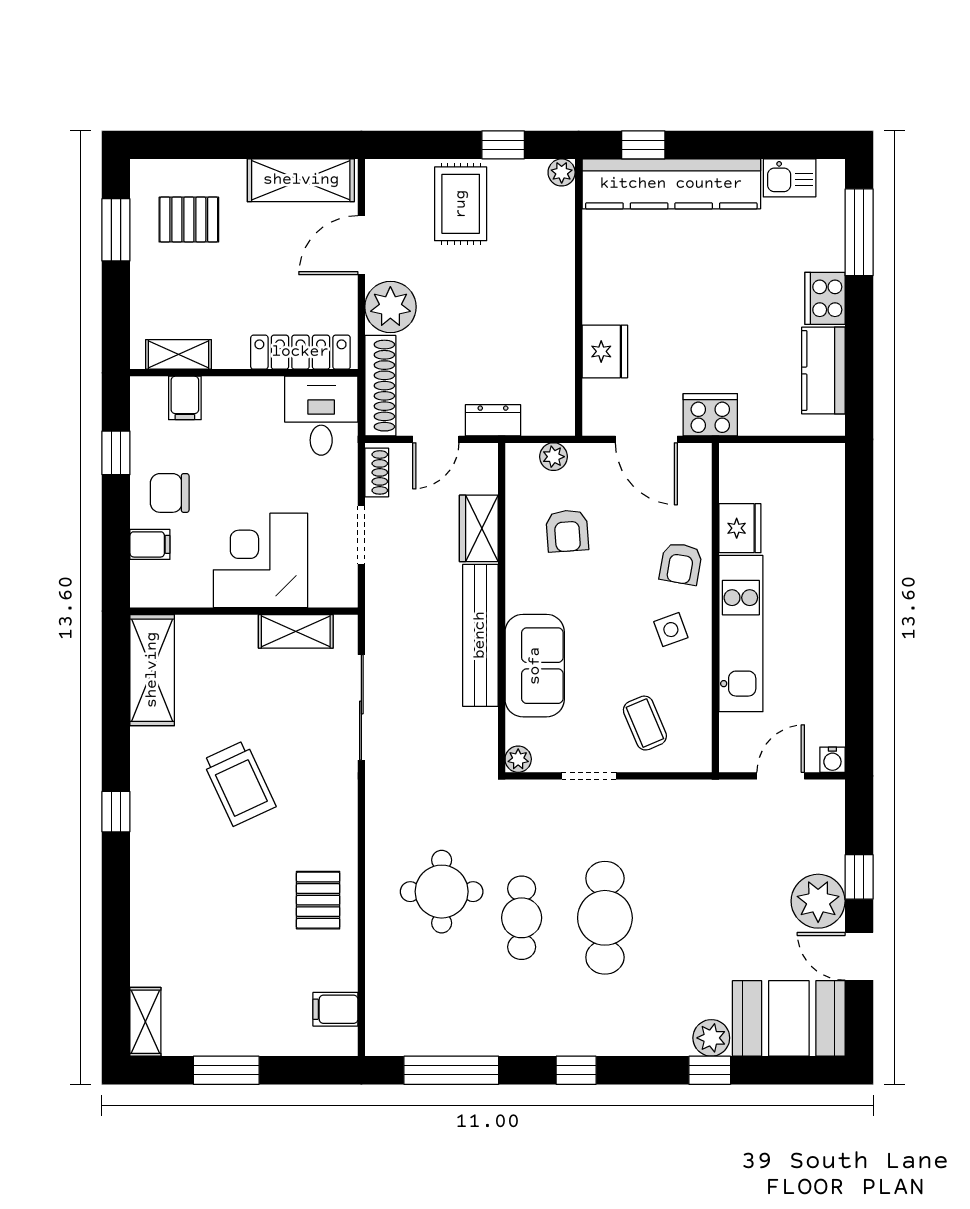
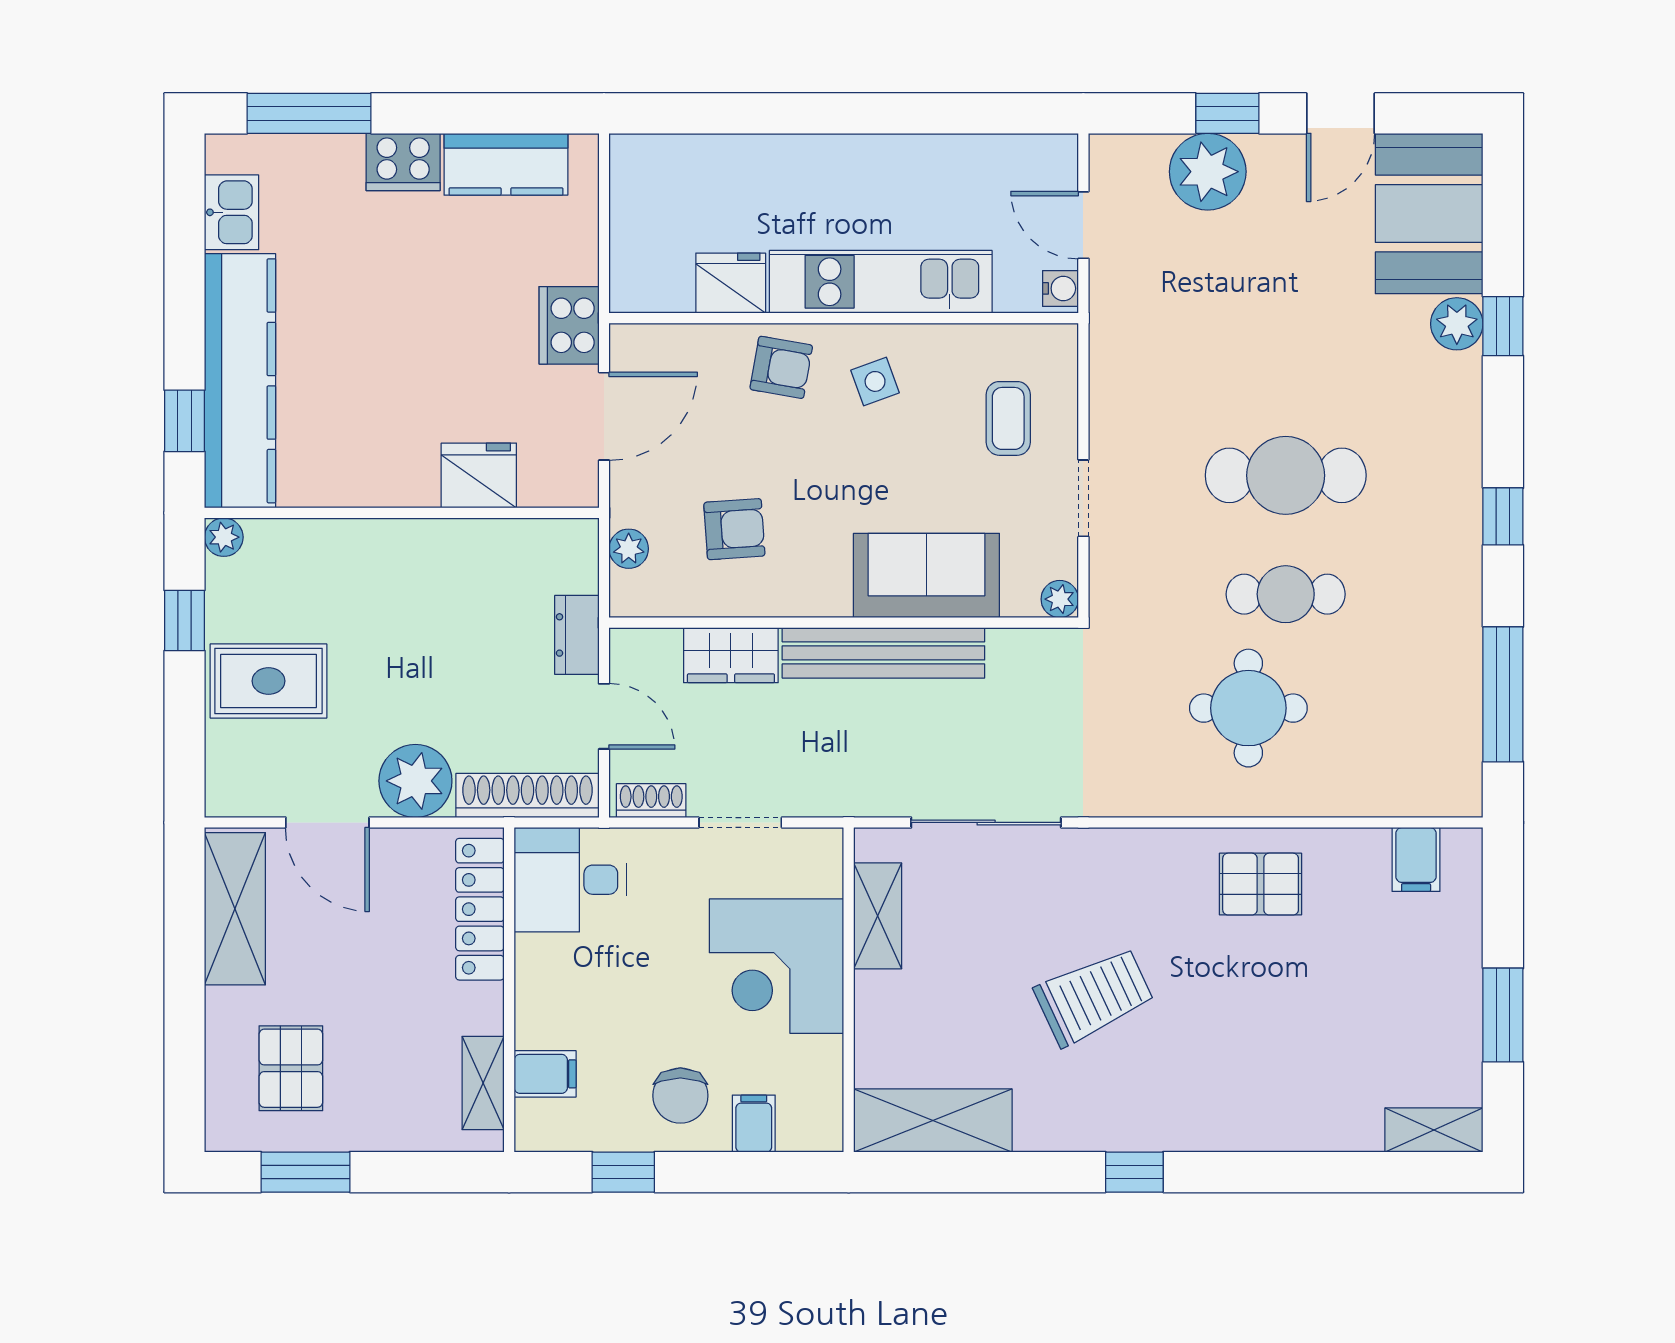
coffee table: (645, 723) -> (1008, 418), turned -67
water cooler: (832, 760) -> (1060, 288), moved
plant: (818, 901) -> (1208, 172), moved

